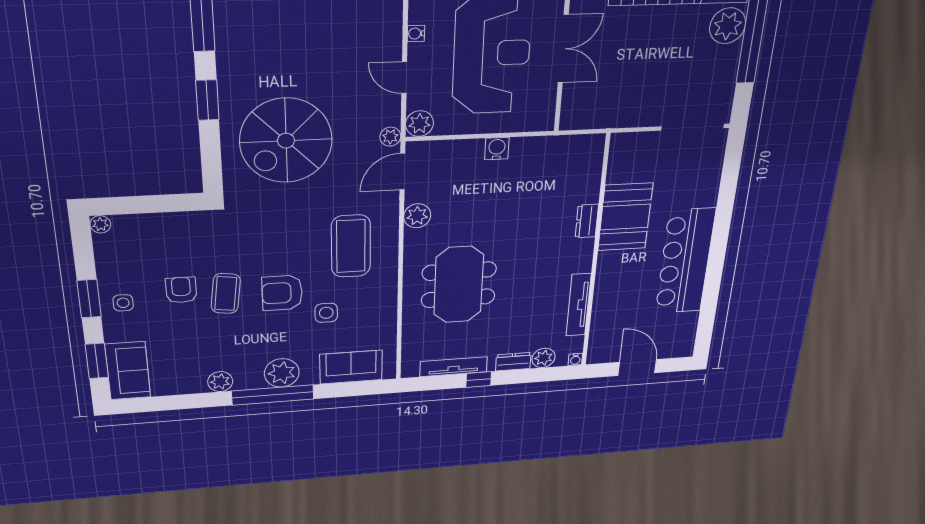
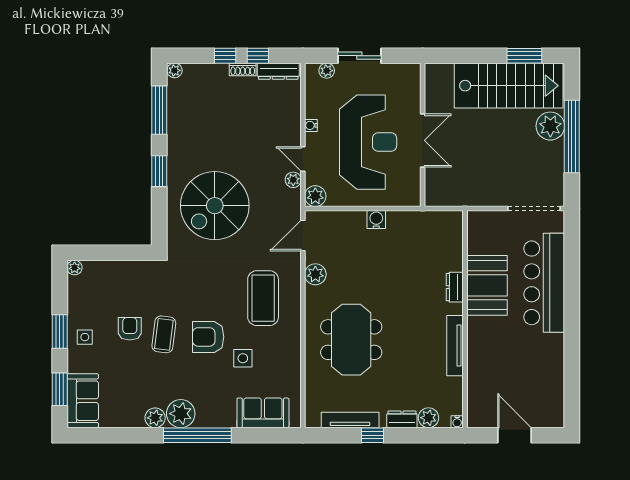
plant: (390, 137) -> (293, 180), moved
bar counter: (685, 261) -> (544, 283), moved
tv unit: (579, 305) -> (455, 346), moved
plant: (282, 373) -> (181, 414), moved

